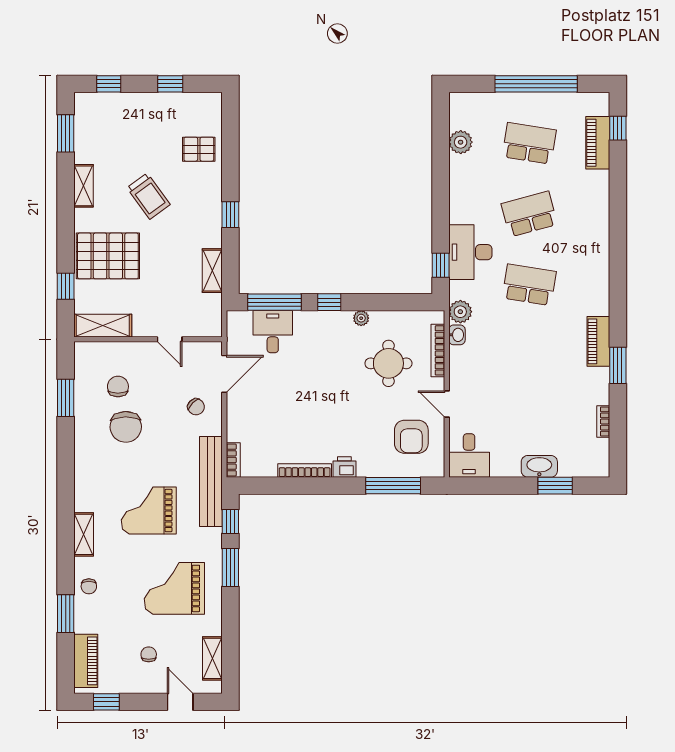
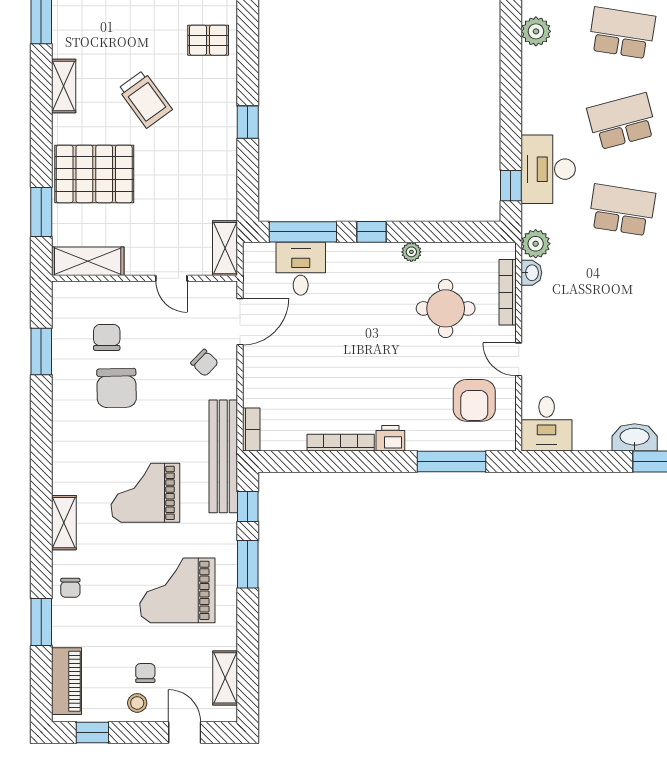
shelving: (212, 271) -> (225, 248), moved
window: (66, 286) -> (41, 212), width x1.50
stool: (142, 678) -> (137, 703), added

